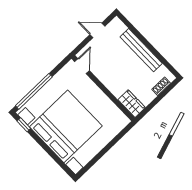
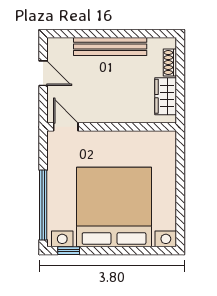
door: (97, 30) -> (43, 73), swing flipped
wardrobe: (132, 104) -> (166, 96), moved, turned -90

